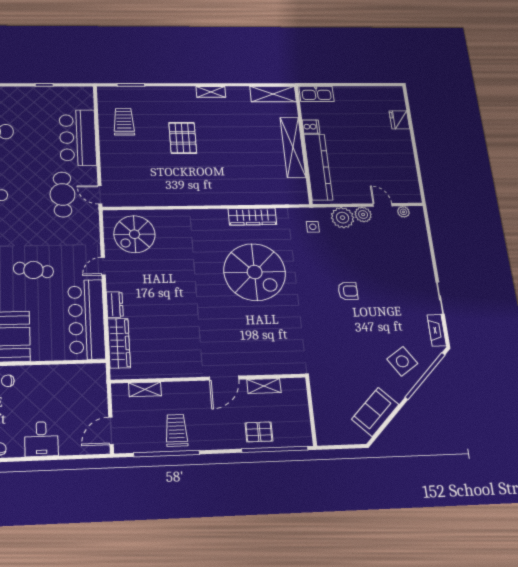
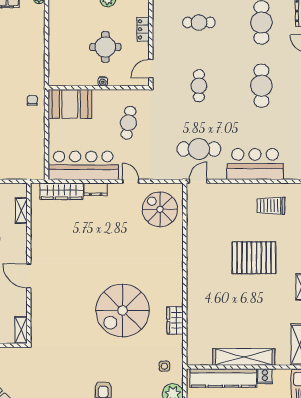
trolley: (124, 122) -> (271, 206), turned 180
pallet: (183, 138) -> (254, 258), width x1.37, depth x1.41
wardrobe: (252, 217) -> (175, 320), width x0.67
shelving: (264, 386) -> (21, 330), moved

